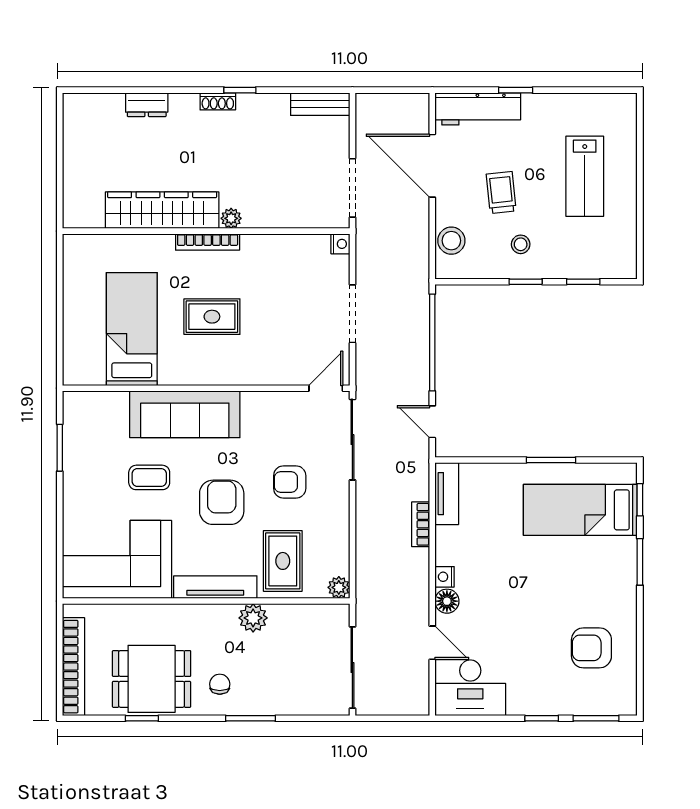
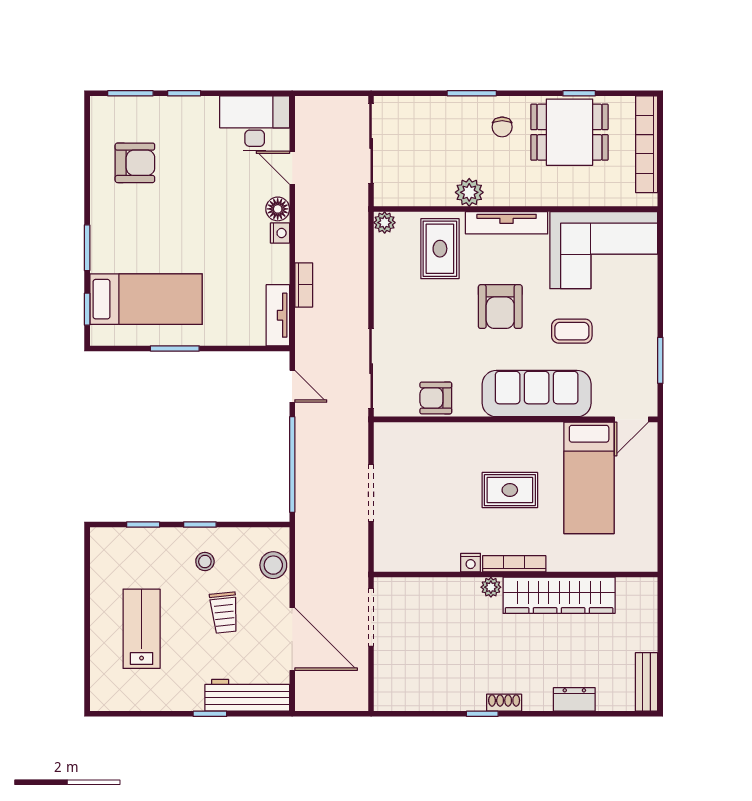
bench: (320, 104) -> (646, 682), moved, turned 90
nightstand: (340, 244) -> (471, 563), moved, turned -90
door: (326, 388) -> (631, 419), moved
armchair: (290, 482) -> (436, 398), moved, turned 180

